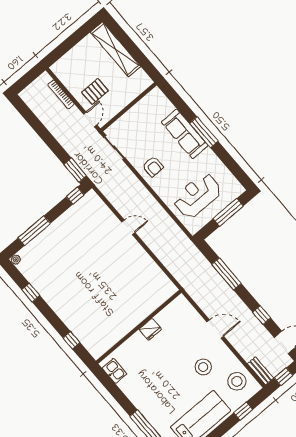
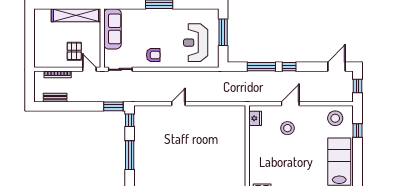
shelving: (115, 49) -> (76, 15), moved
sofa: (185, 134) -> (112, 29), moved, turned -90
window: (34, 231) -> (130, 155), moved
window: (262, 315) -> (289, 67), moved
fridge: (150, 329) -> (255, 118), moved
stool: (203, 367) -> (287, 128), moved
bench: (261, 371) -> (55, 98), moved

